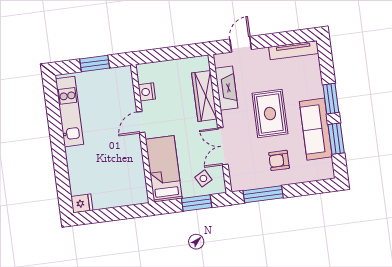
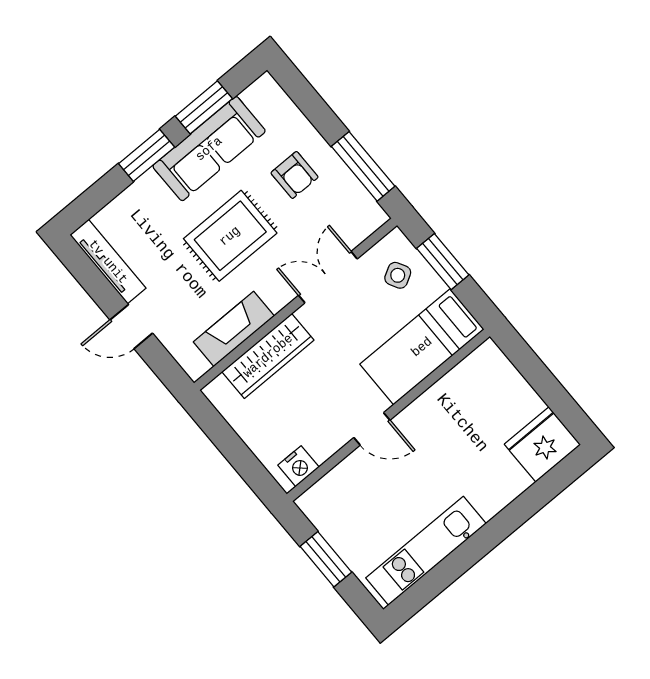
door: (241, 44) -> (131, 327), moved
nightstand: (147, 92) -> (298, 466), moved
double door: (223, 146) -> (328, 277), swing flipped
fridge: (82, 203) -> (542, 444), width x1.88, depth x1.34

